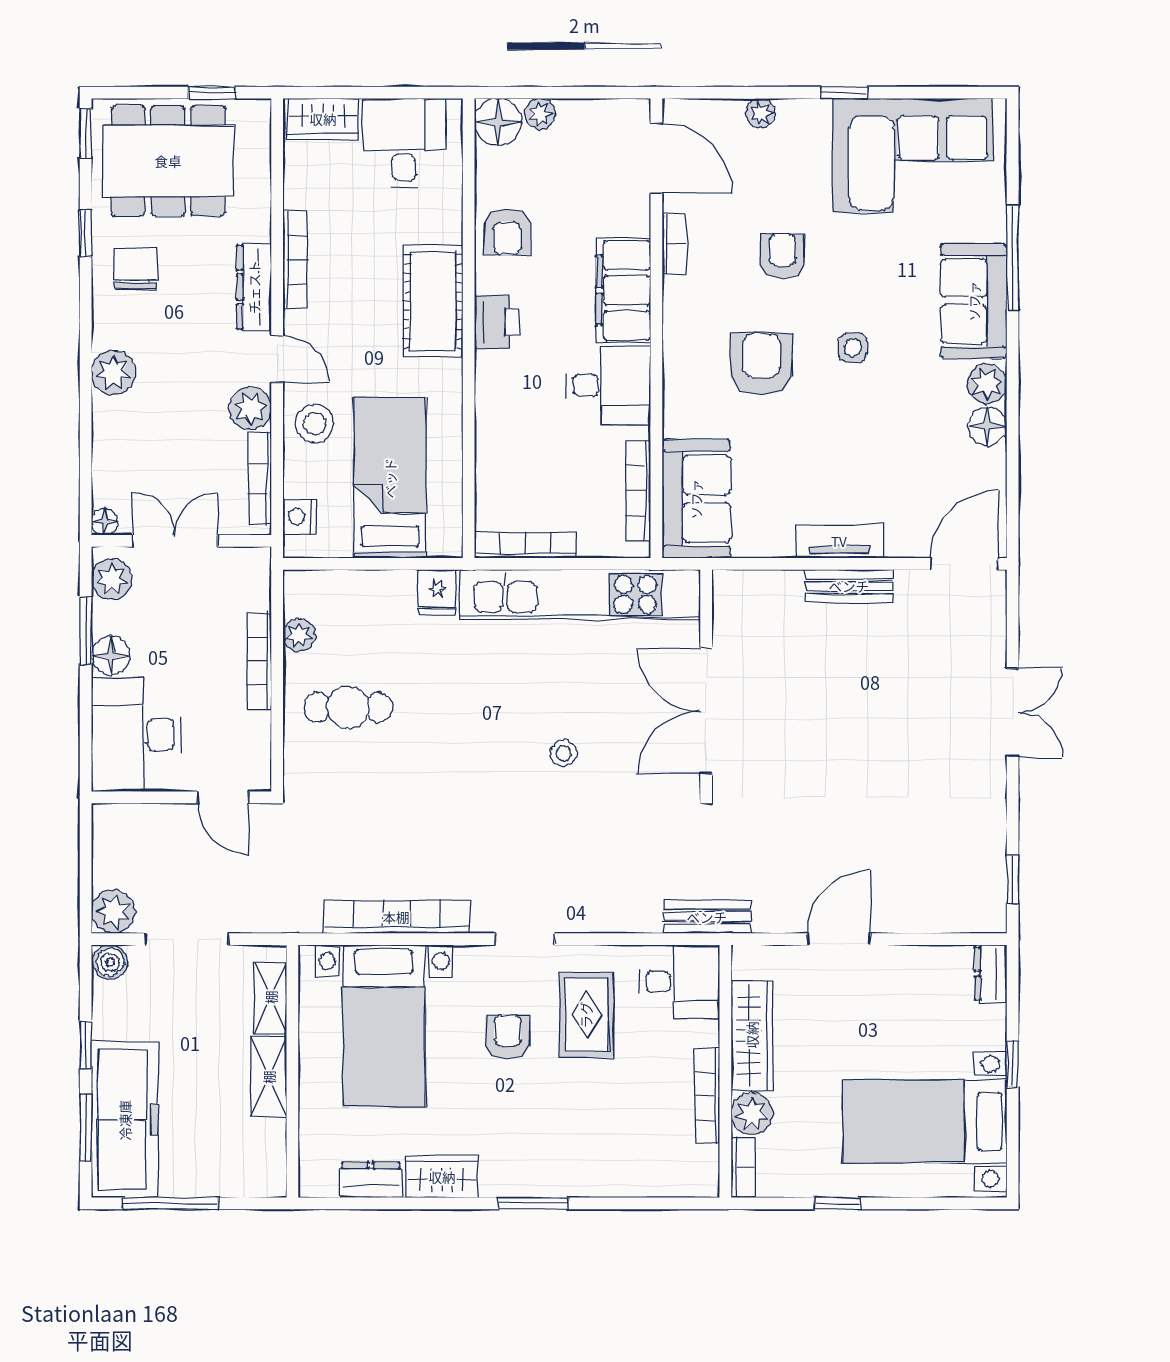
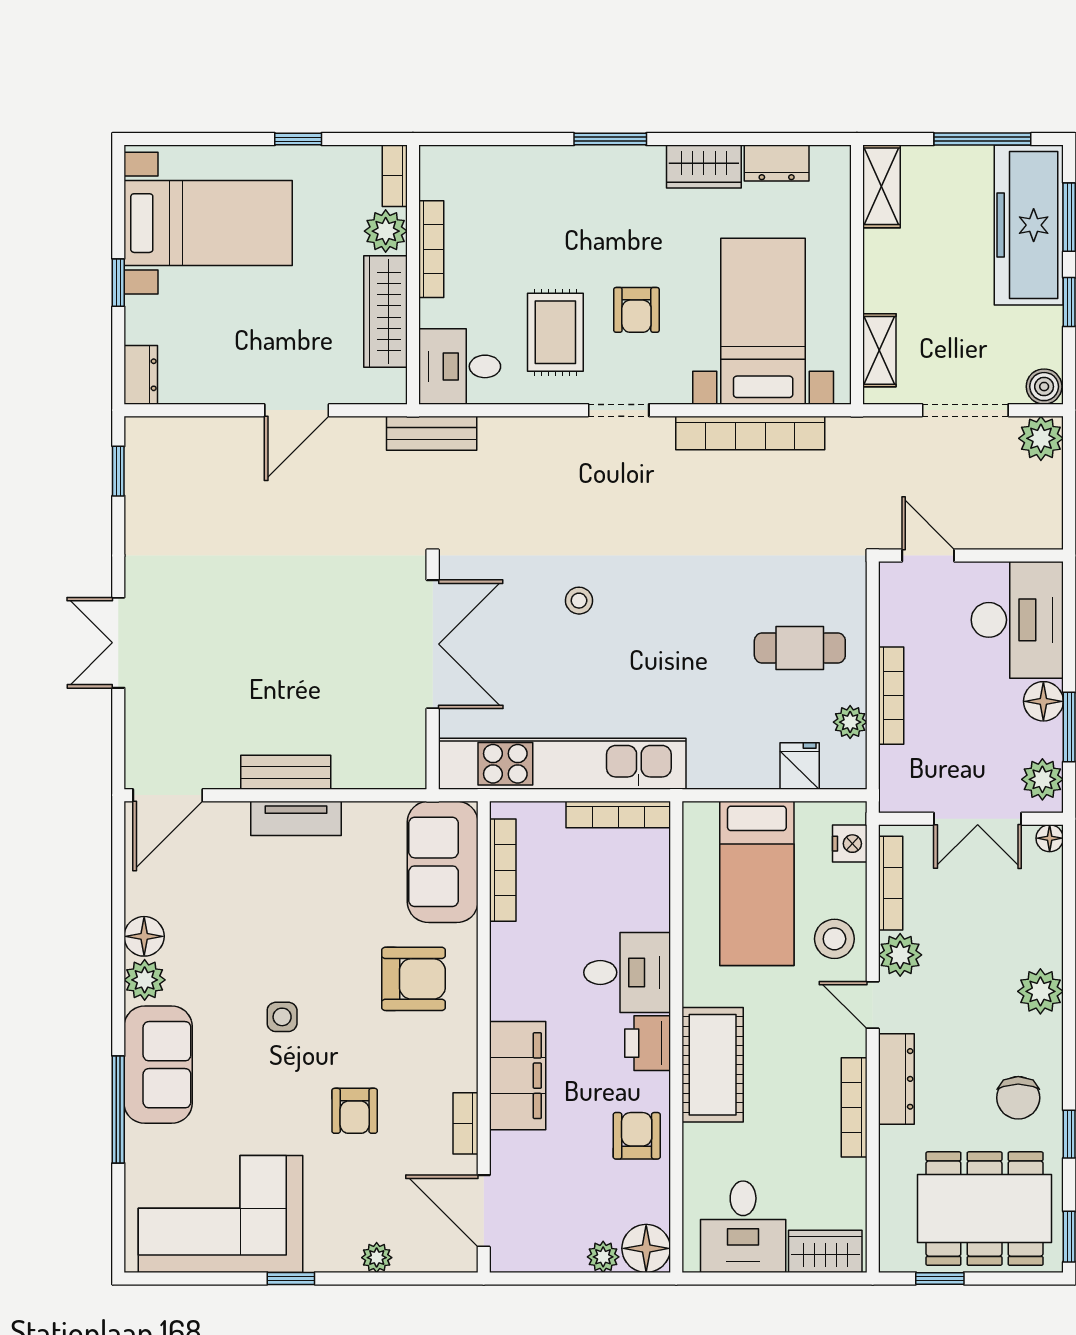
armchair: (761, 364) -> (413, 979), moved, turned -90
desk: (608, 385) -> (627, 972), moved, turned 180
fridge: (437, 592) -> (800, 766), moved
shelving: (269, 1077) -> (881, 186), moved

